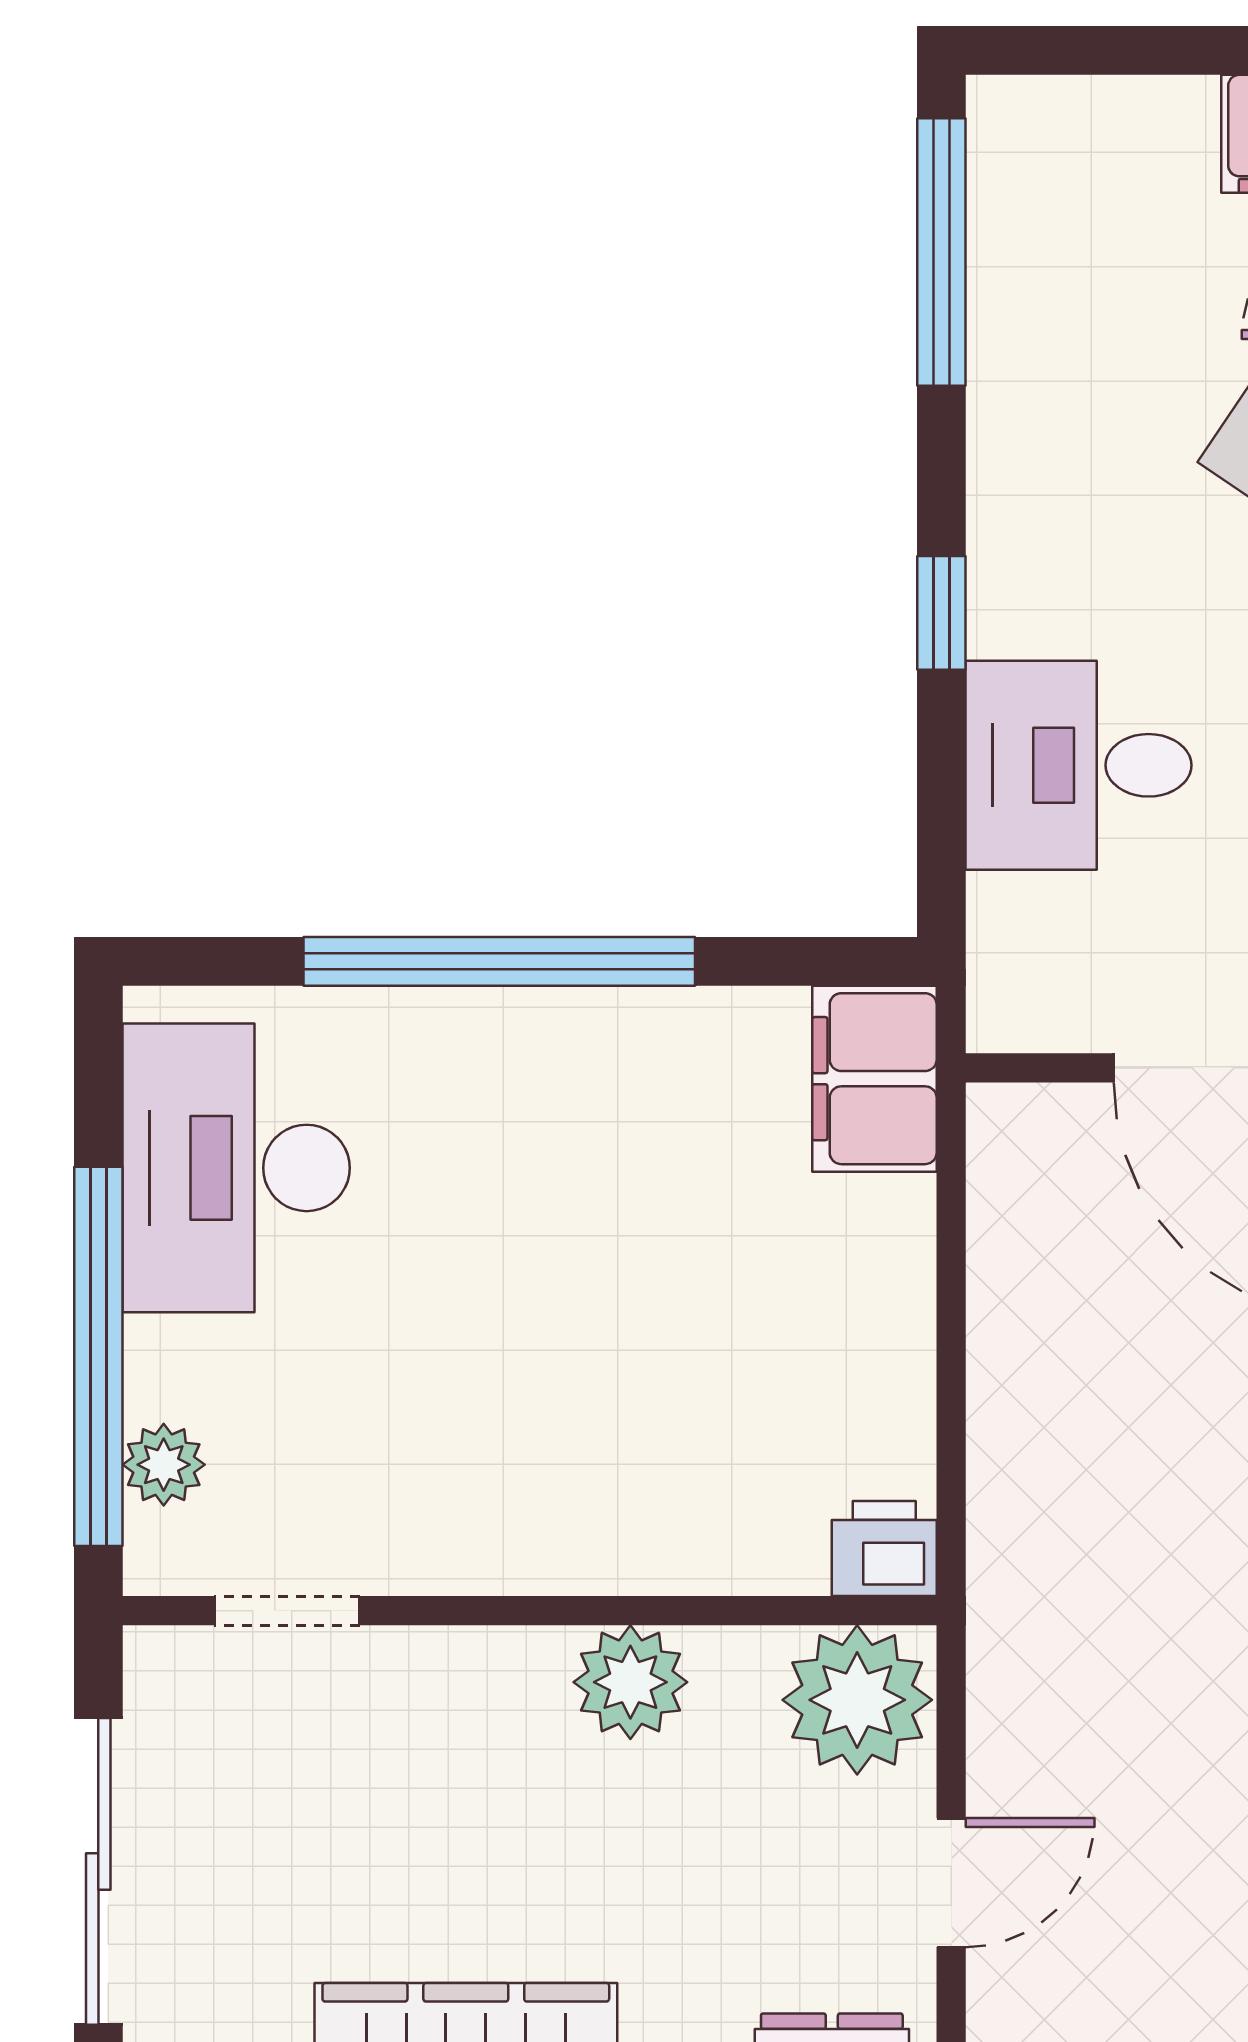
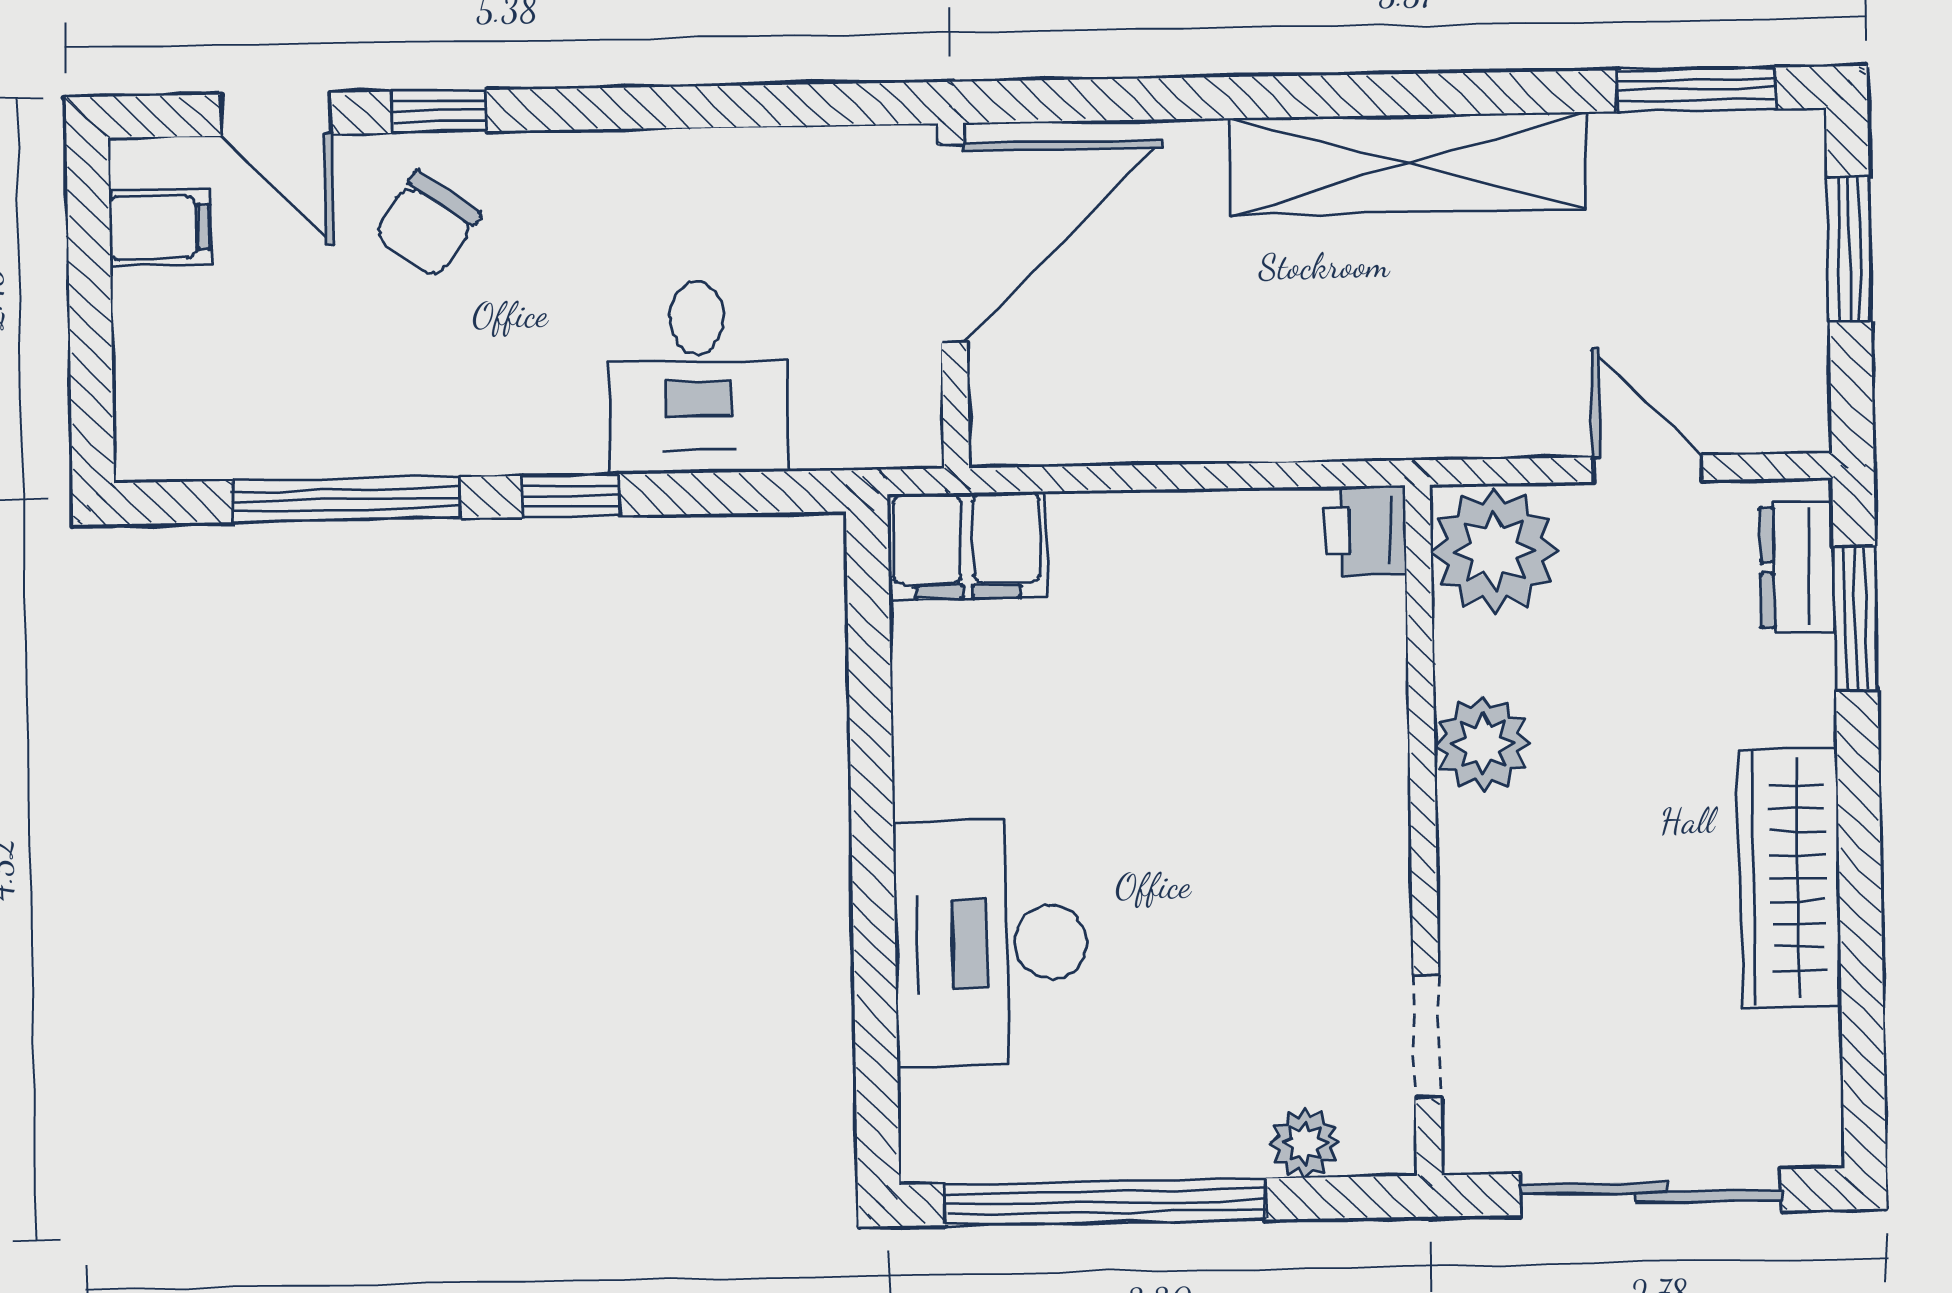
window: (941, 252) -> (346, 500), moved
window: (499, 961) -> (873, 866), removed
desk: (236, 1168) -> (991, 943), moved, turned 90
window: (98, 1356) -> (1105, 1202), moved

